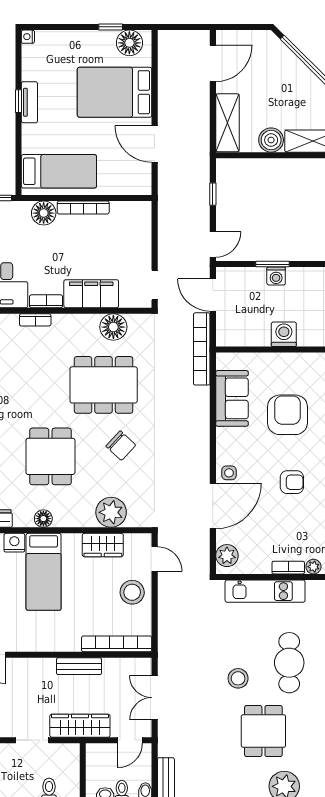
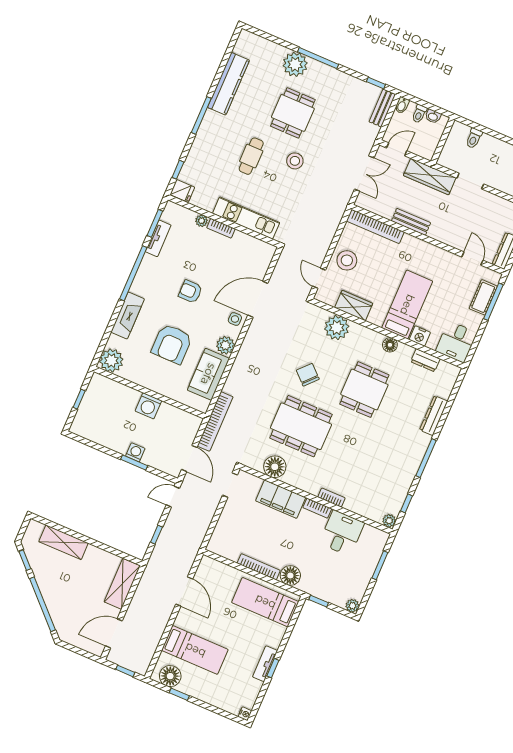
window: (182, 27) -> (125, 671), added
bed: (115, 92) -> (195, 650), width x0.67
boiler: (271, 140) -> (95, 557), removed
plant: (227, 556) -> (225, 345), moved
cafe table: (289, 663) -> (251, 156), width x0.73, depth x0.74

